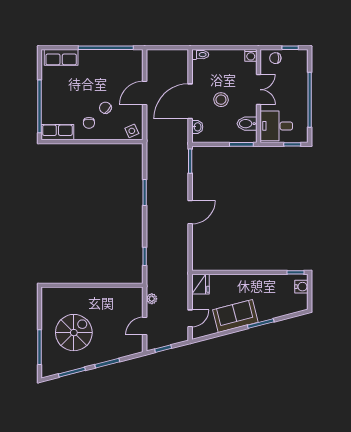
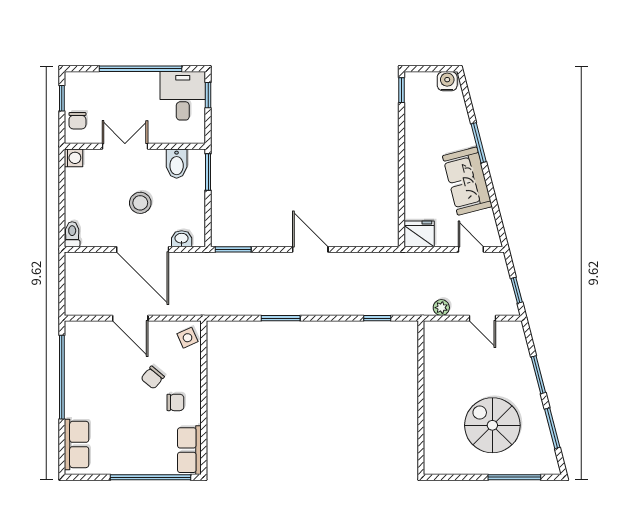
desk: (276, 126) -> (183, 96), moved, turned 180
water cooler: (301, 287) -> (447, 81), moved

